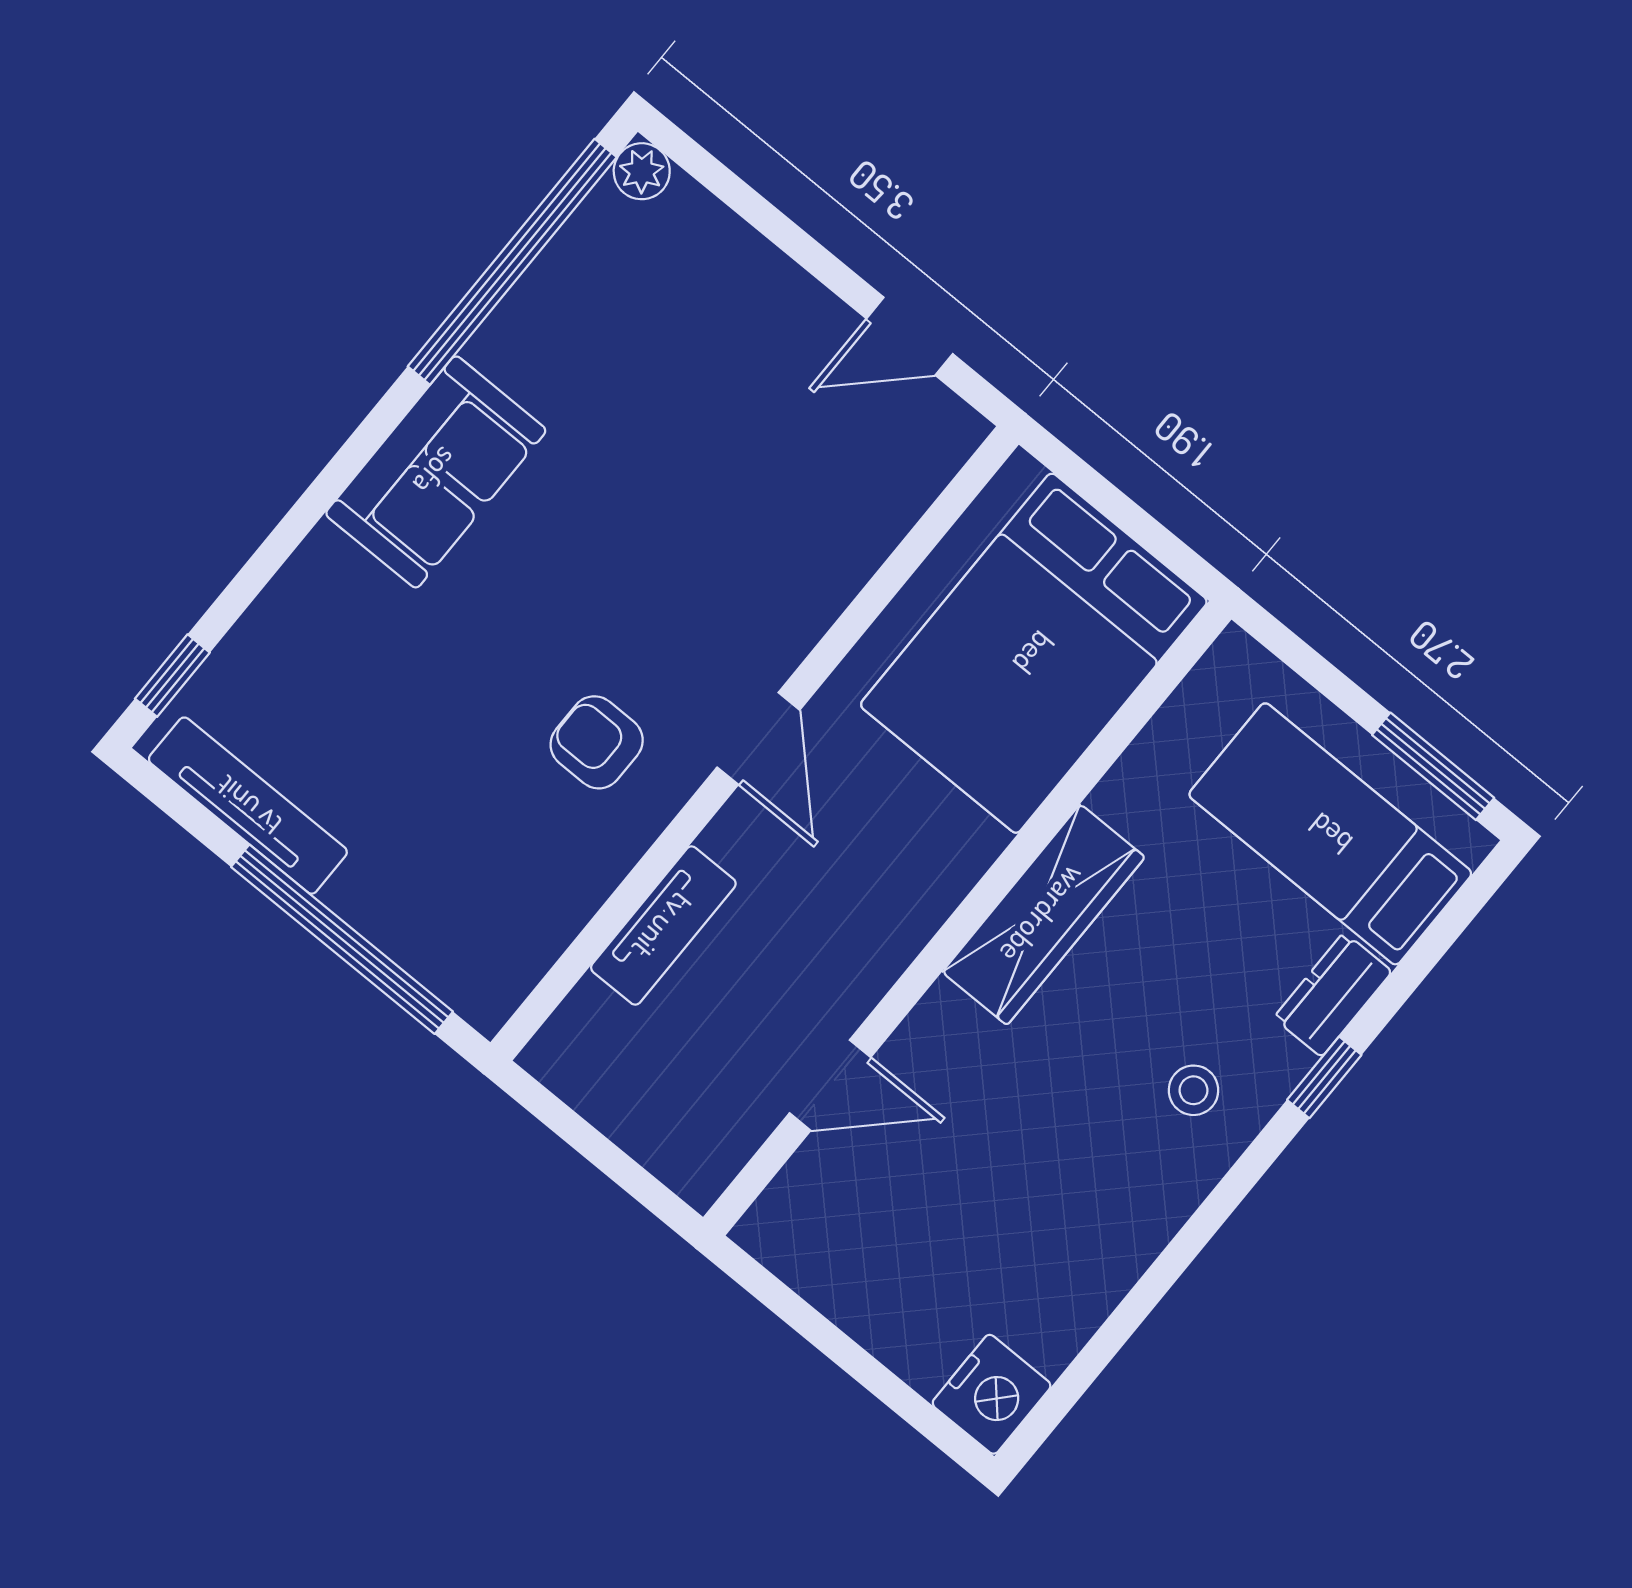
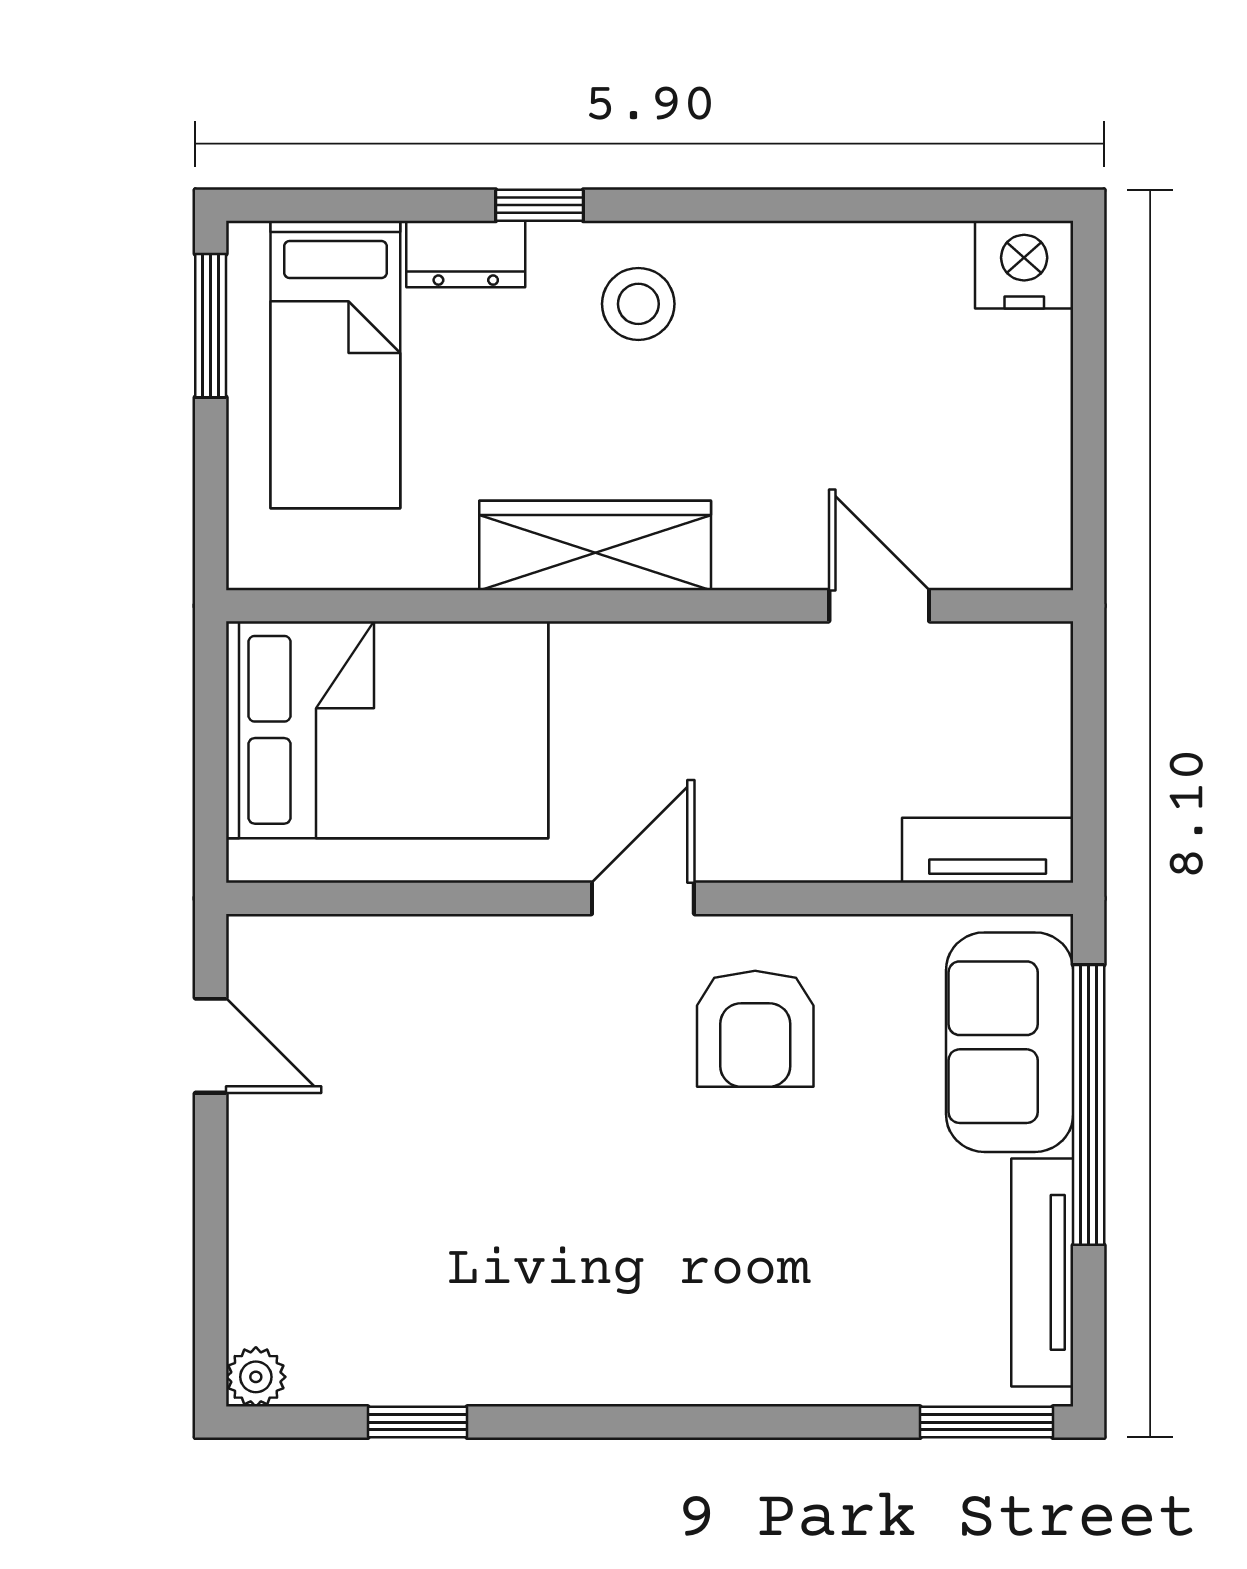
window: (512, 262) -> (417, 1422), width x0.32
sofa: (436, 472) -> (1010, 1042), moved, turned -90
window: (172, 676) -> (986, 1422), width x1.50
armchair: (597, 742) -> (755, 1029), width x1.38, depth x1.38
tv unit: (663, 926) -> (988, 850), moved
stool: (1193, 1090) -> (638, 304), width x1.37, depth x1.37

